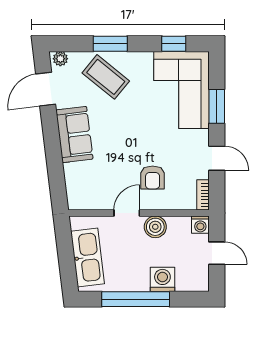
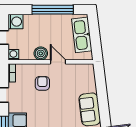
door: (127, 213) -> (58, 62), swing flipped
washing machine: (162, 279) -> (15, 22), moved, turned -90

